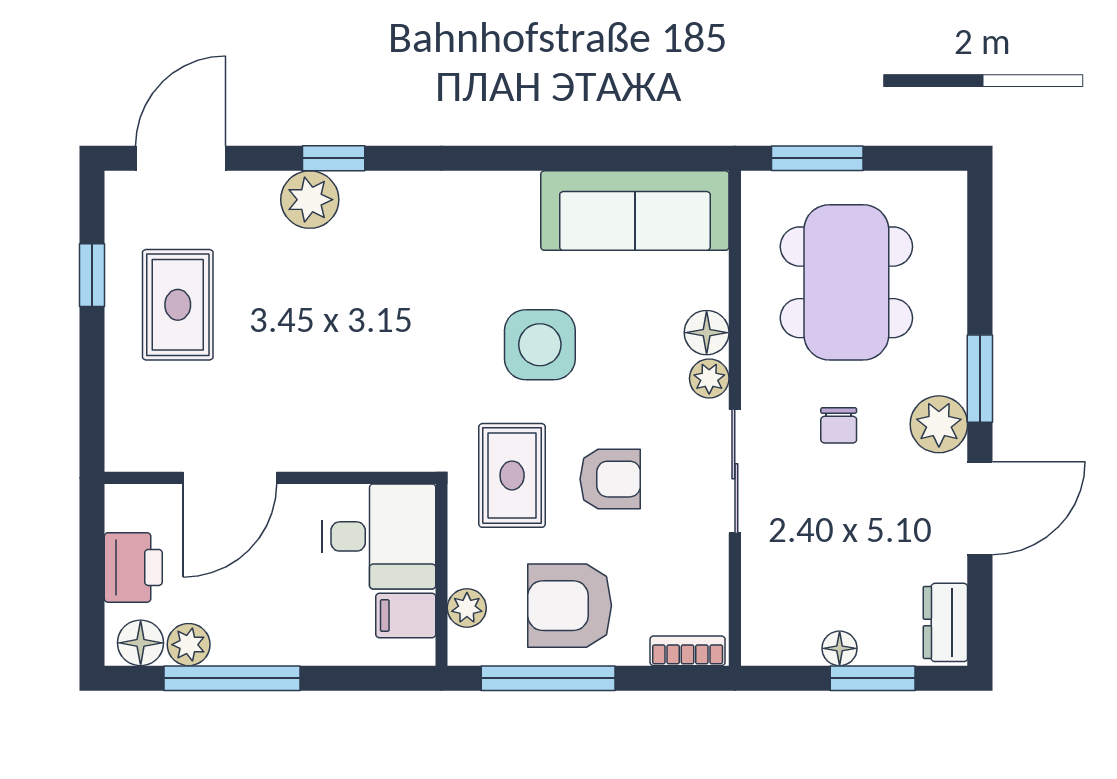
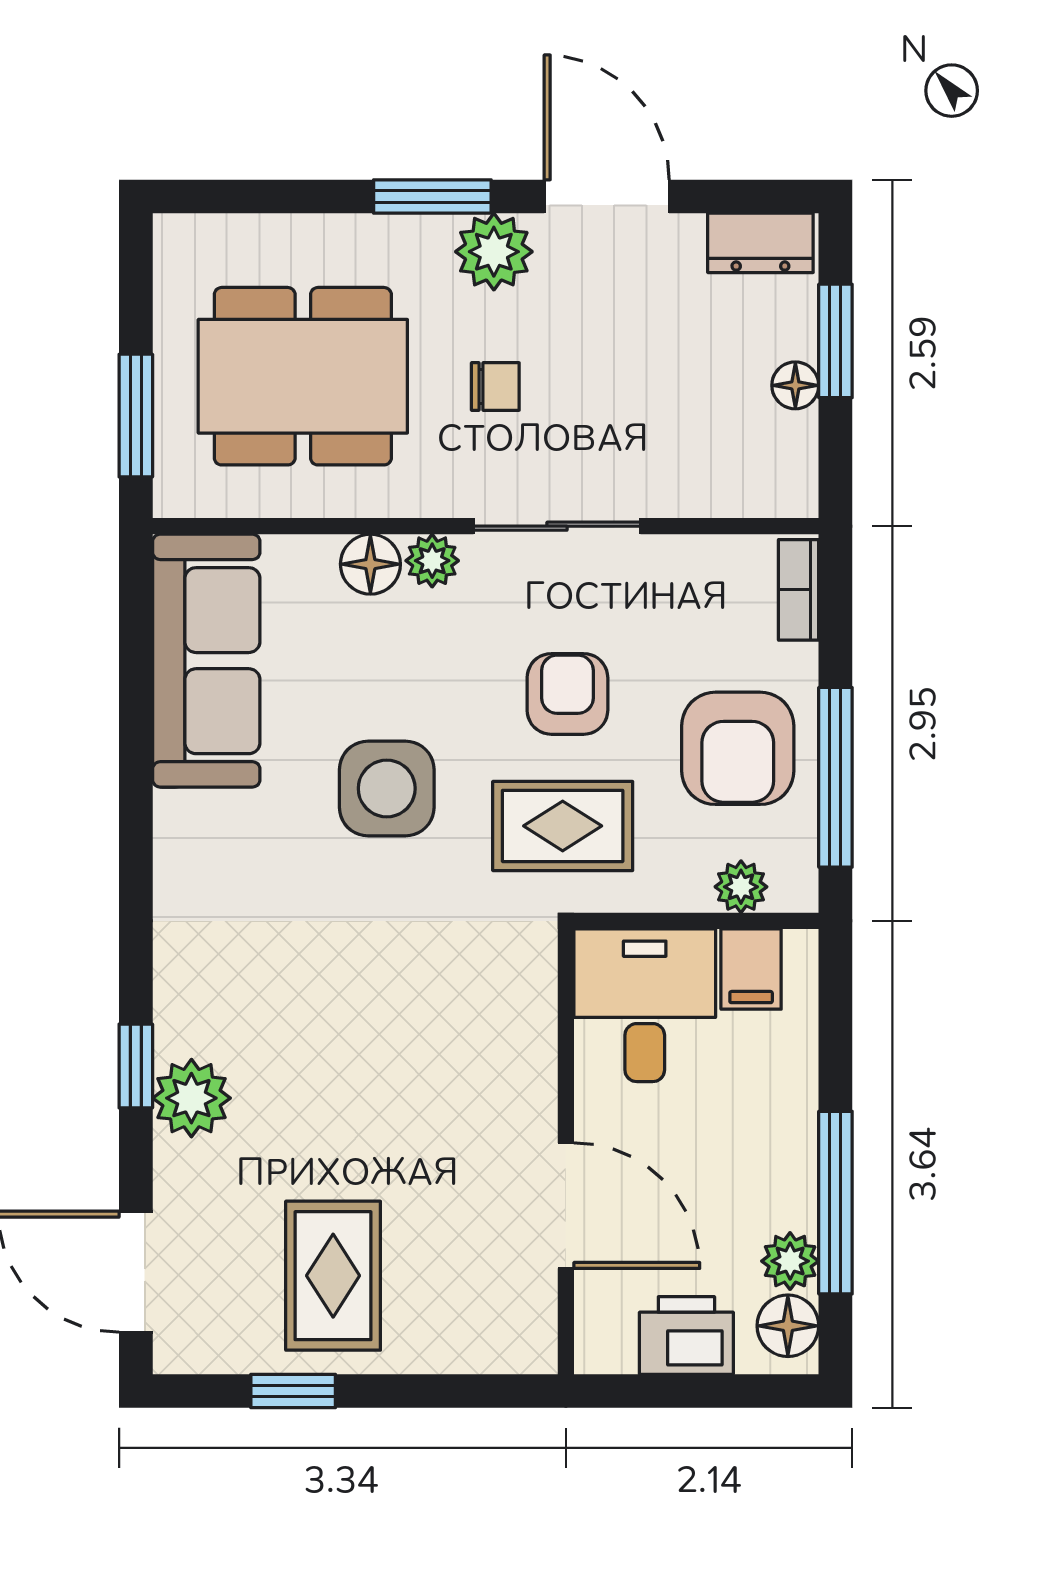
rug: (178, 305) -> (333, 1276), turned 90

